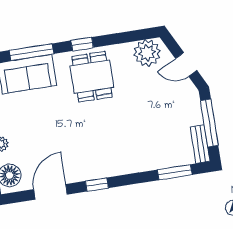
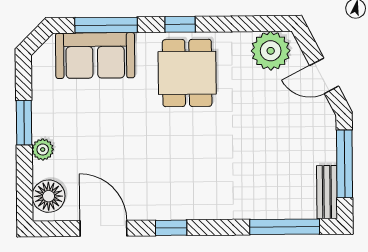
window: (175, 172) -> (285, 227), width x1.44
door: (50, 192) -> (103, 228), hinge flipped

